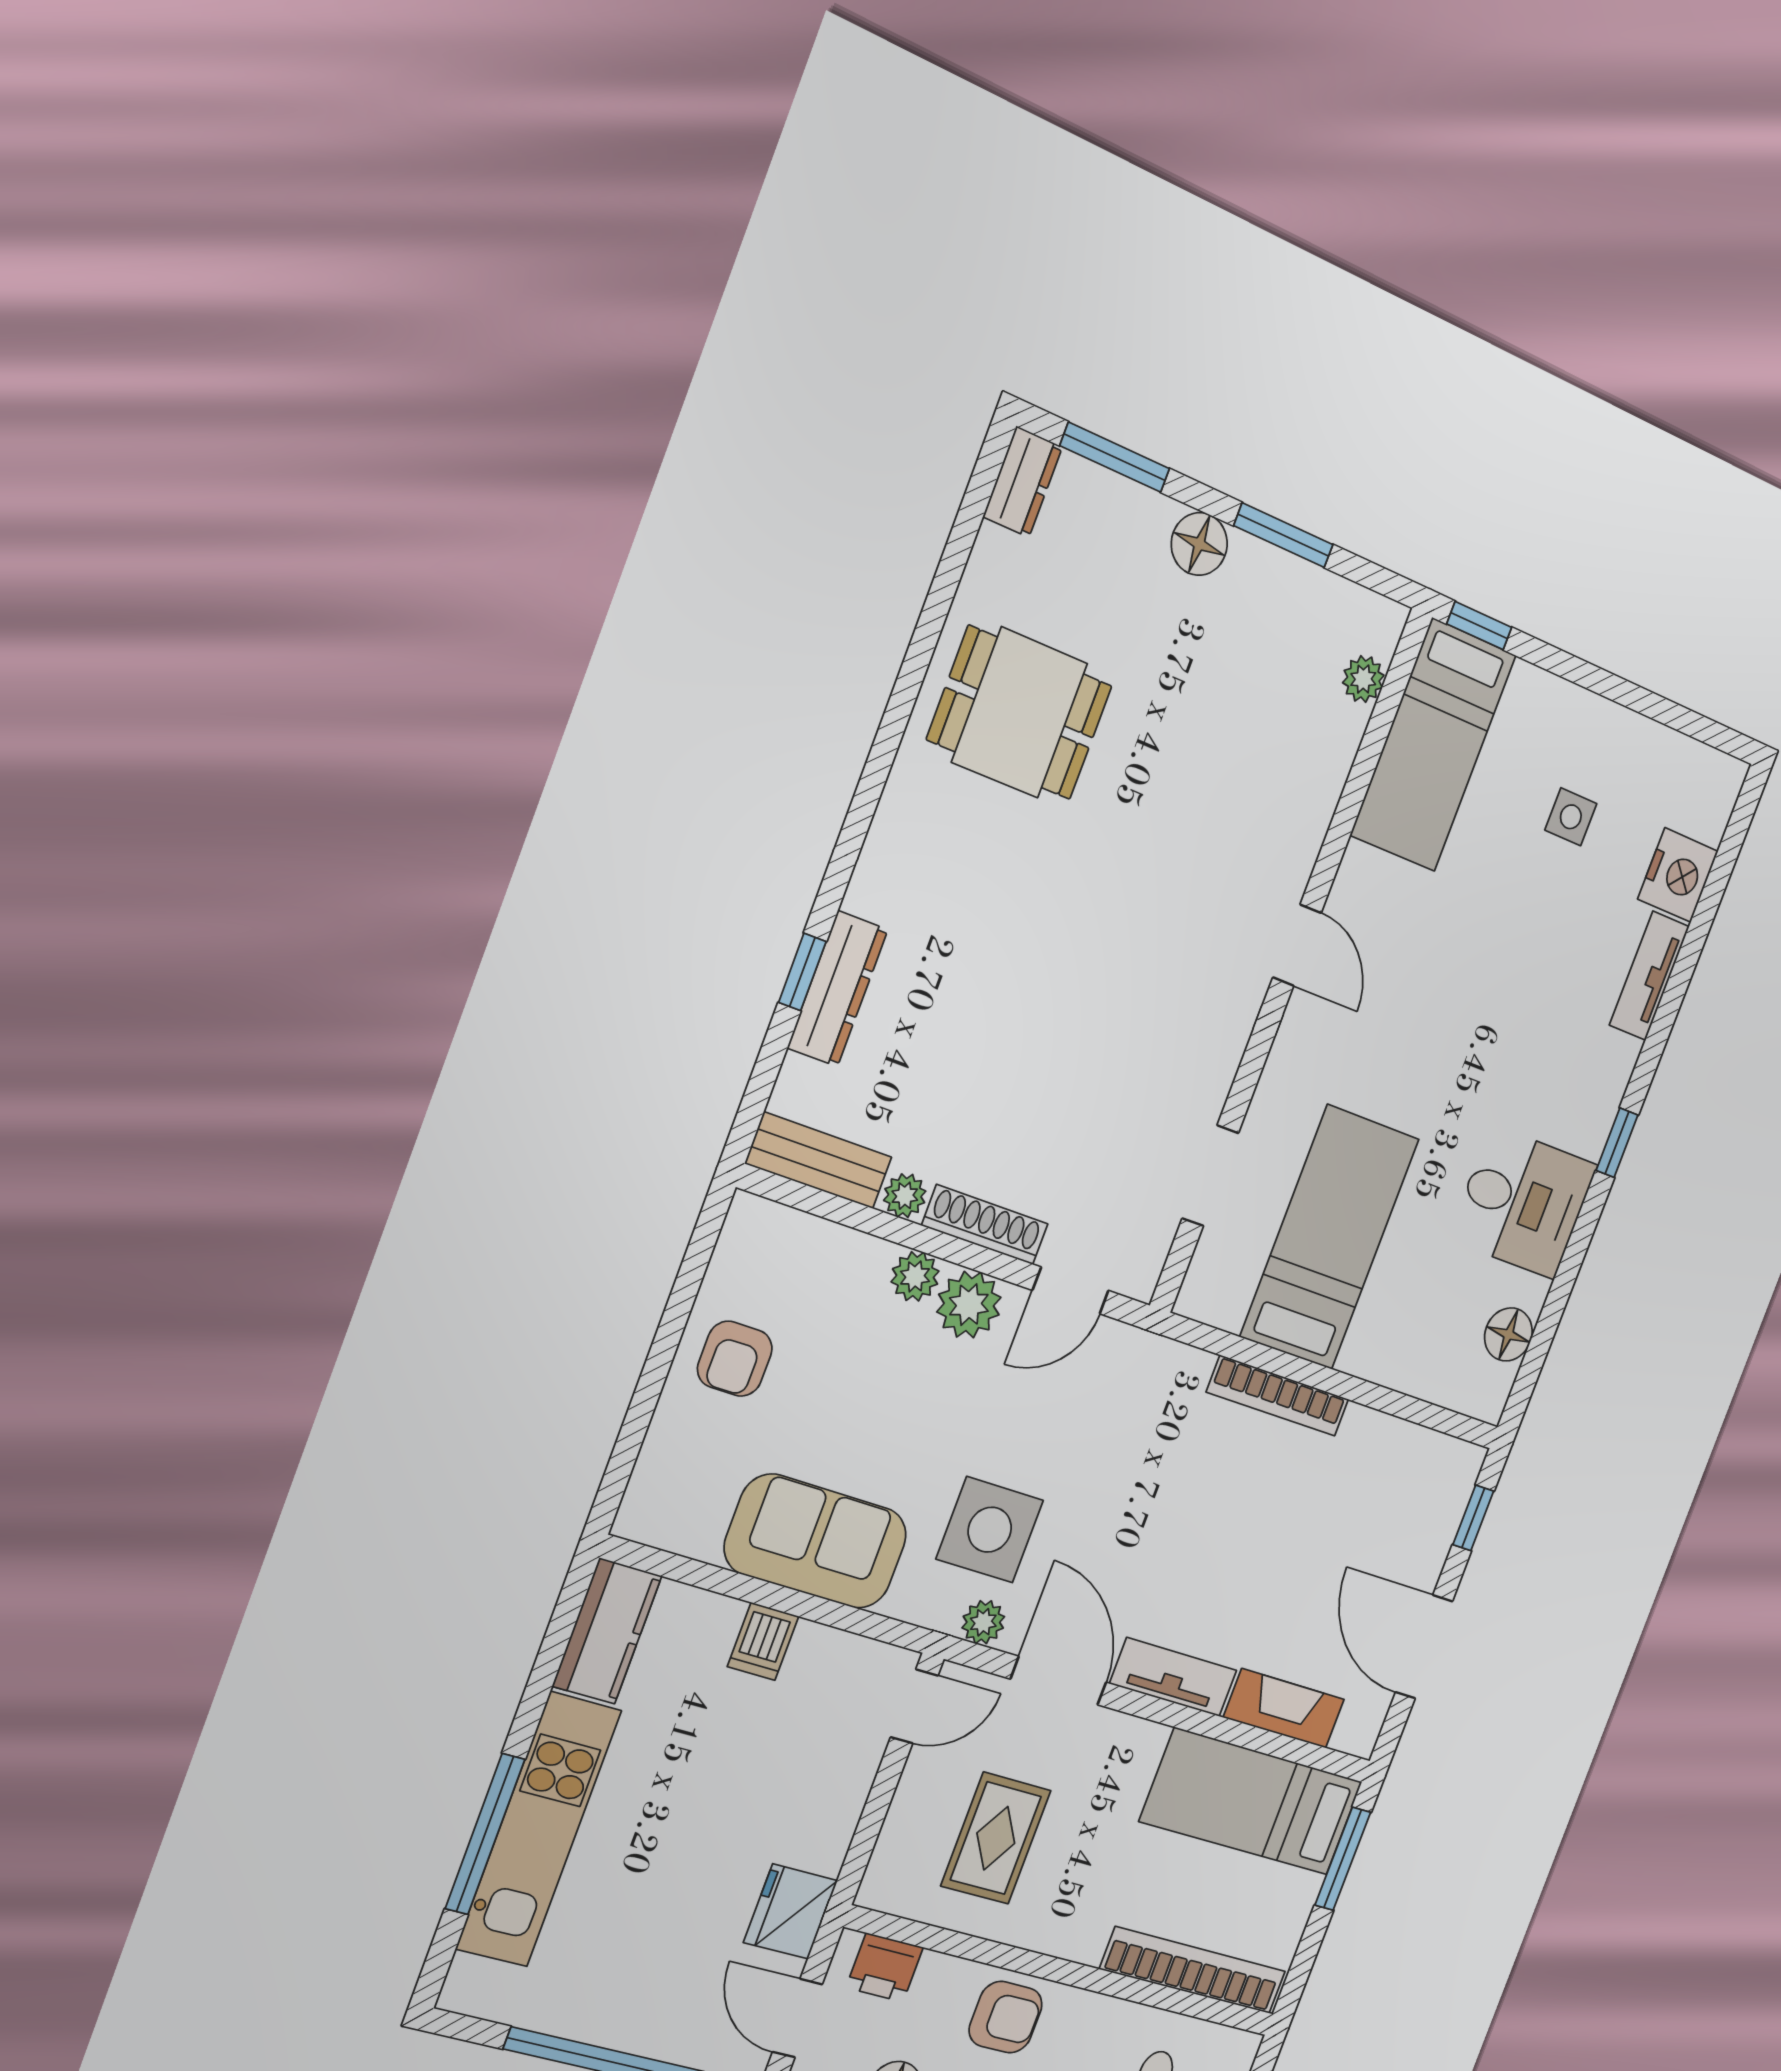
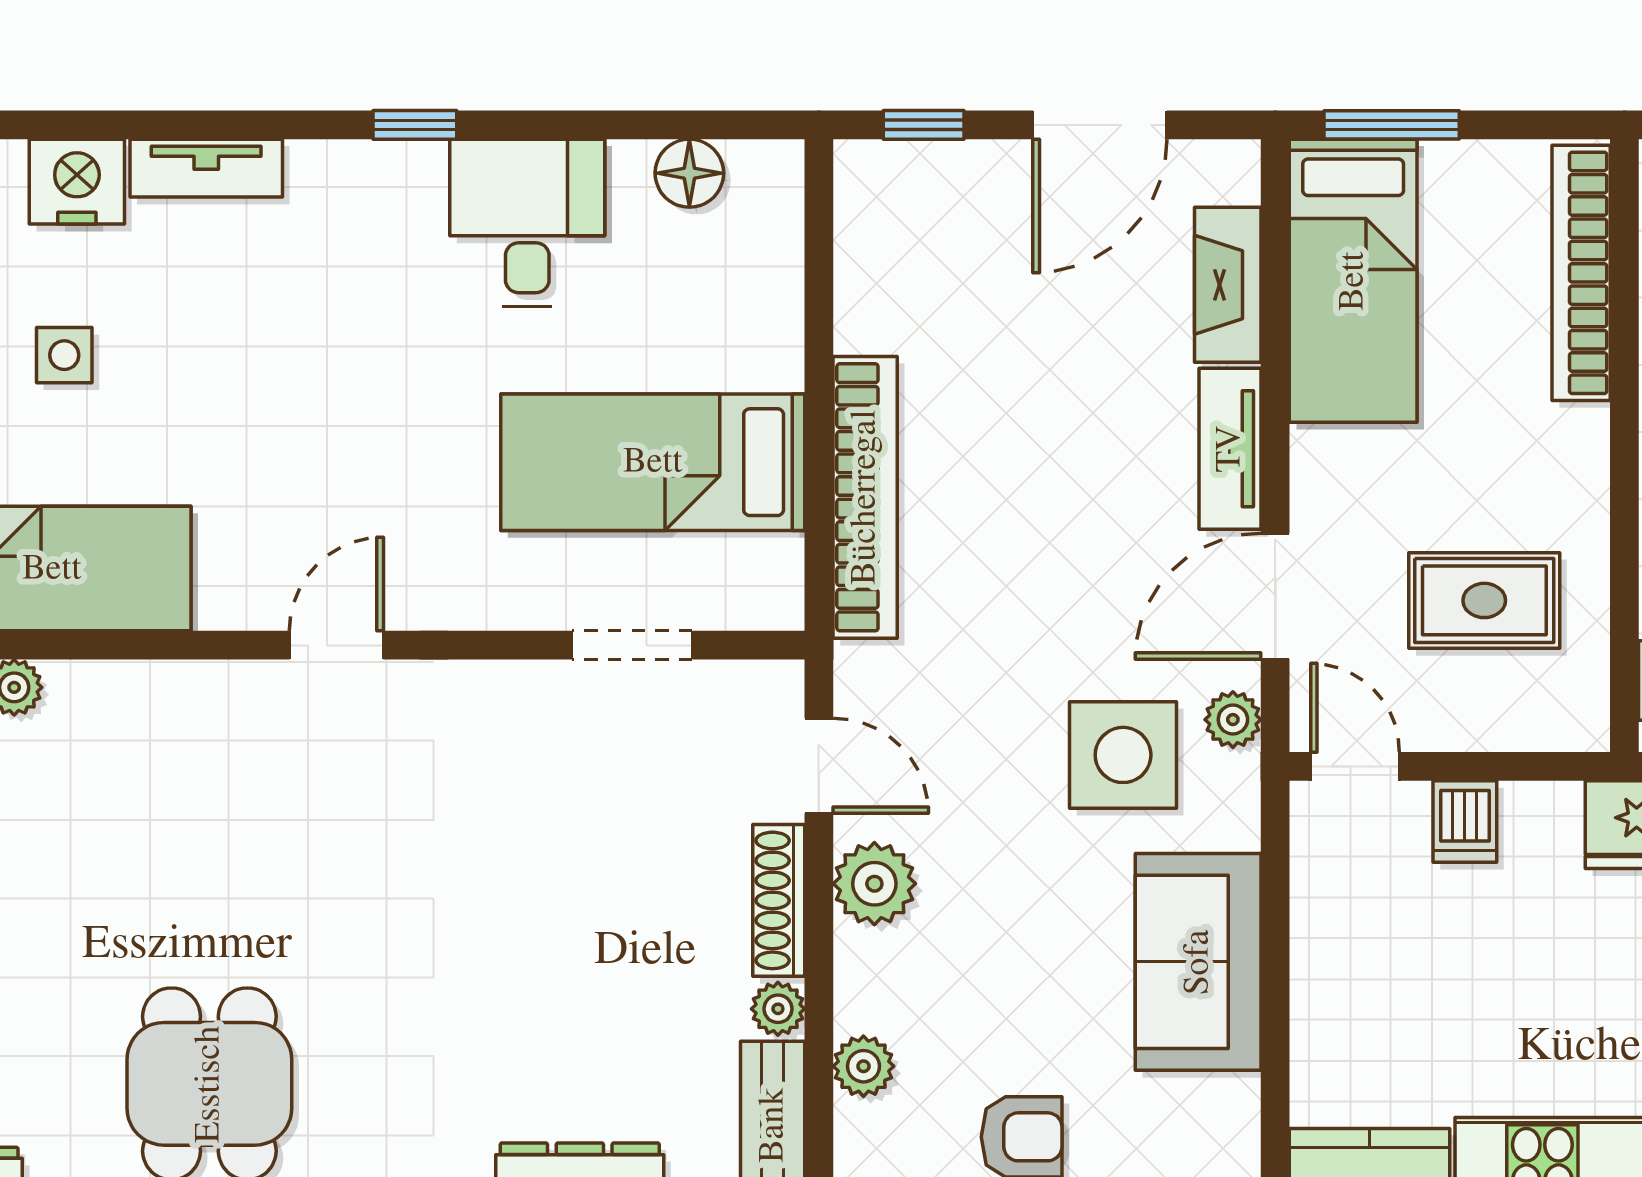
plant: (915, 1276) -> (863, 1066), moved
bookcase: (1278, 1396) -> (865, 497), width x1.48, depth x1.31
dishwasher: (763, 1641) -> (1465, 822), moved, turned 90

